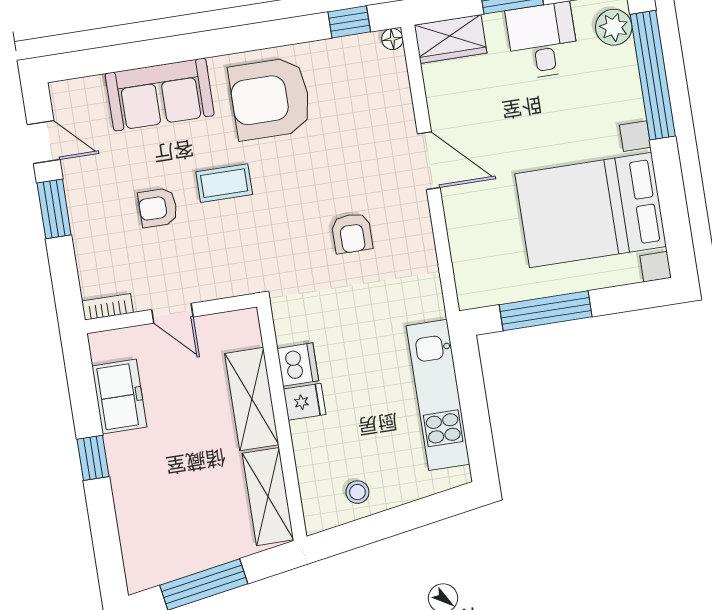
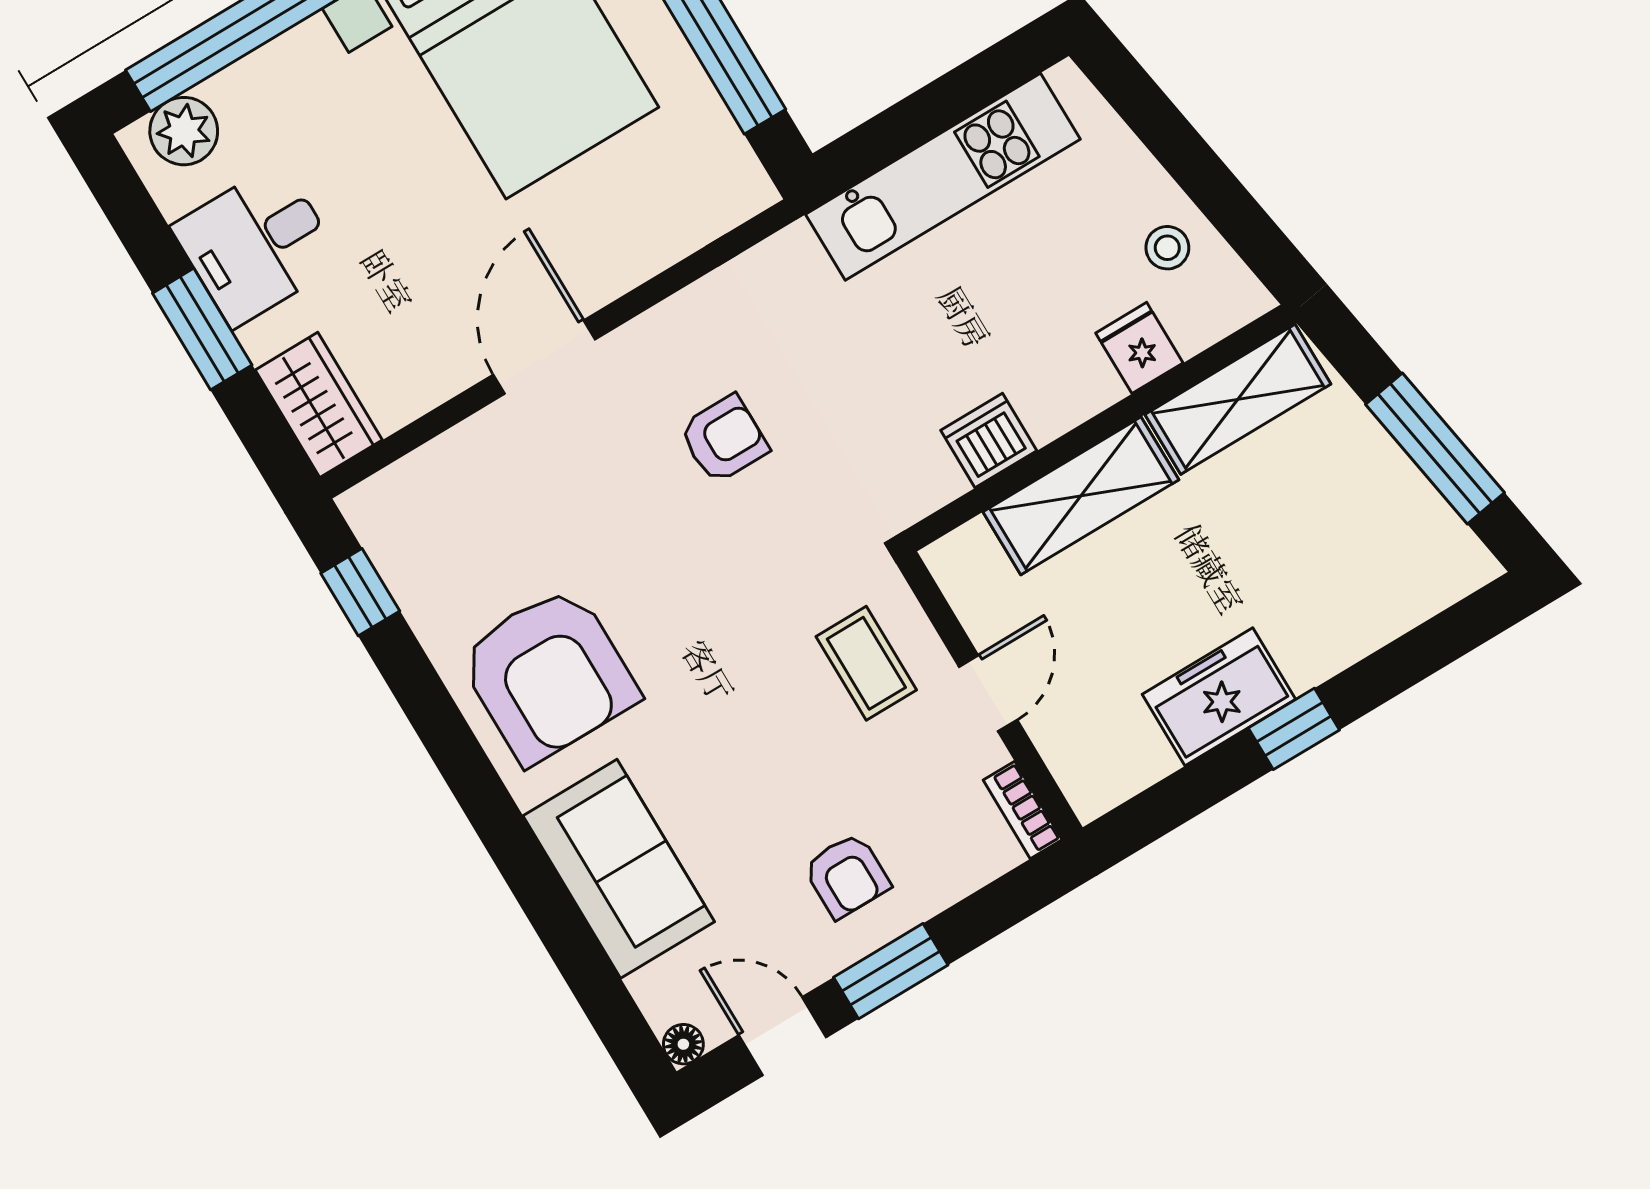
floor lamp: (392, 39) -> (683, 1044), moved
door: (44, 142) -> (783, 1036), hinge flipped
coffee table: (224, 183) -> (866, 663), moved
armchair: (158, 208) -> (847, 876), moved
freezer: (119, 396) -> (1219, 697), moved
fridge: (305, 402) -> (1139, 348), moved

